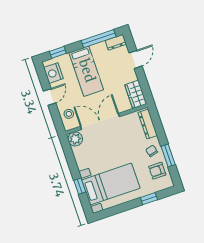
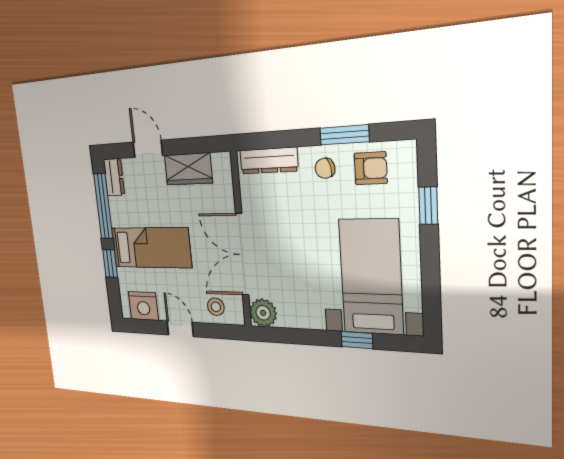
window: (58, 52) -> (110, 263), moved
wardrobe: (136, 94) -> (188, 169), moved
armchair: (157, 171) -> (371, 168), turned -90

